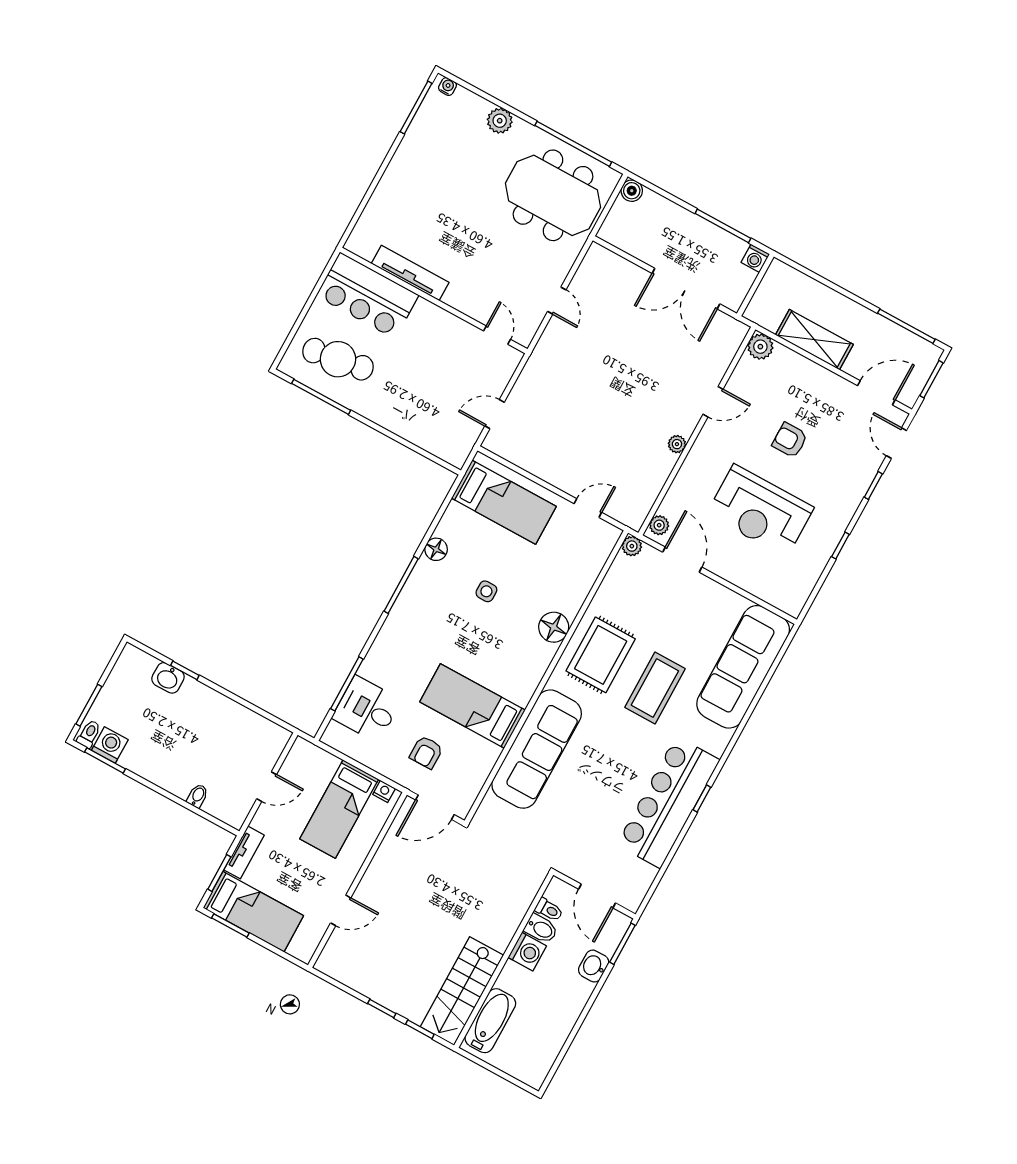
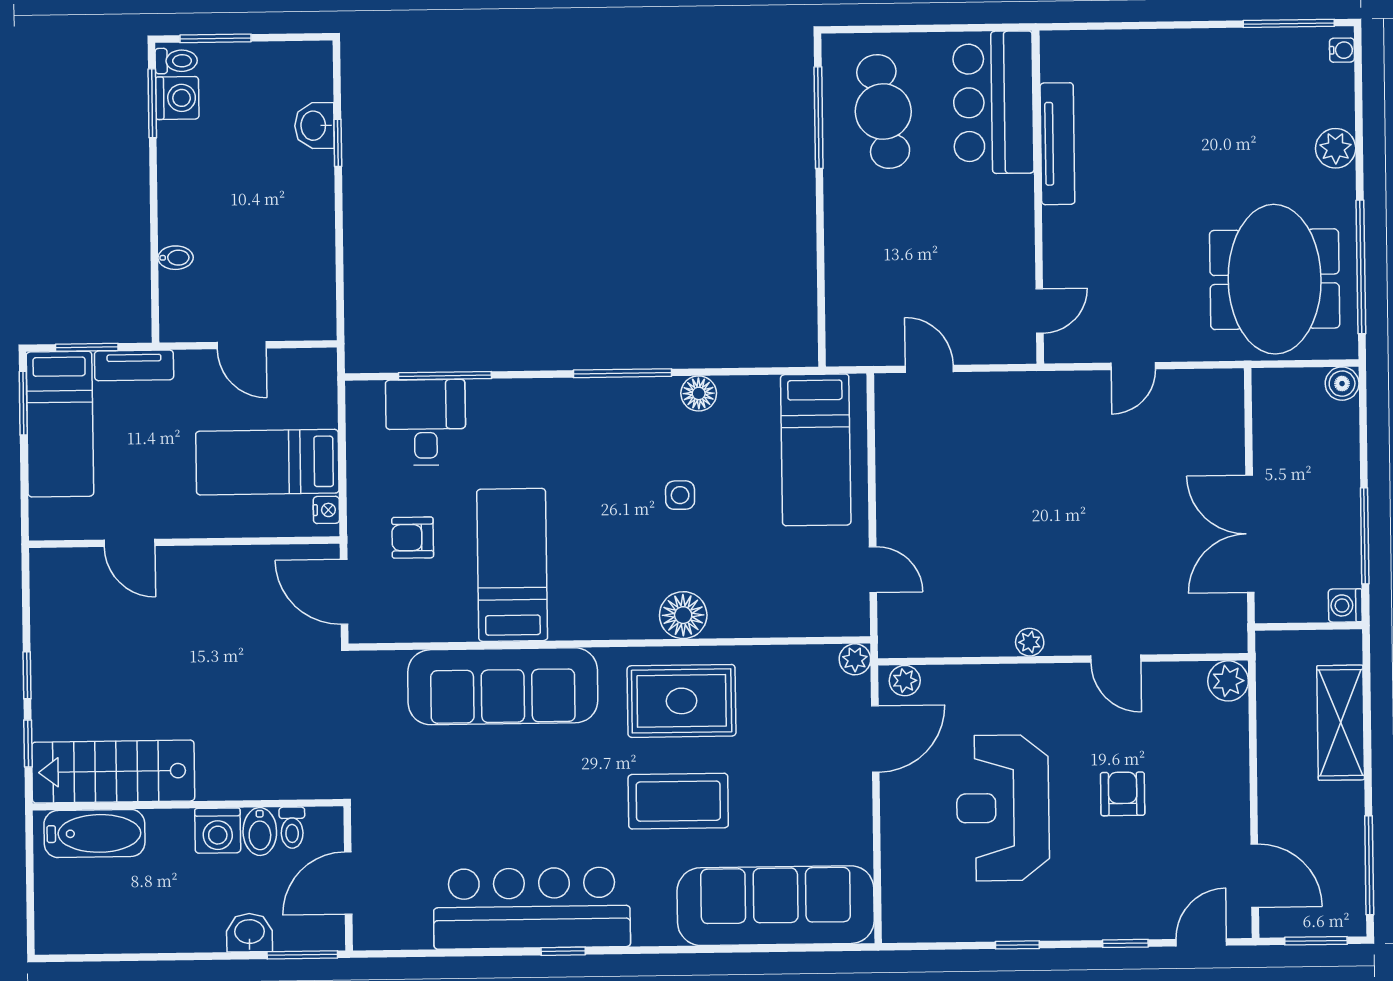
shelving: (814, 340) -> (1341, 723), moved

